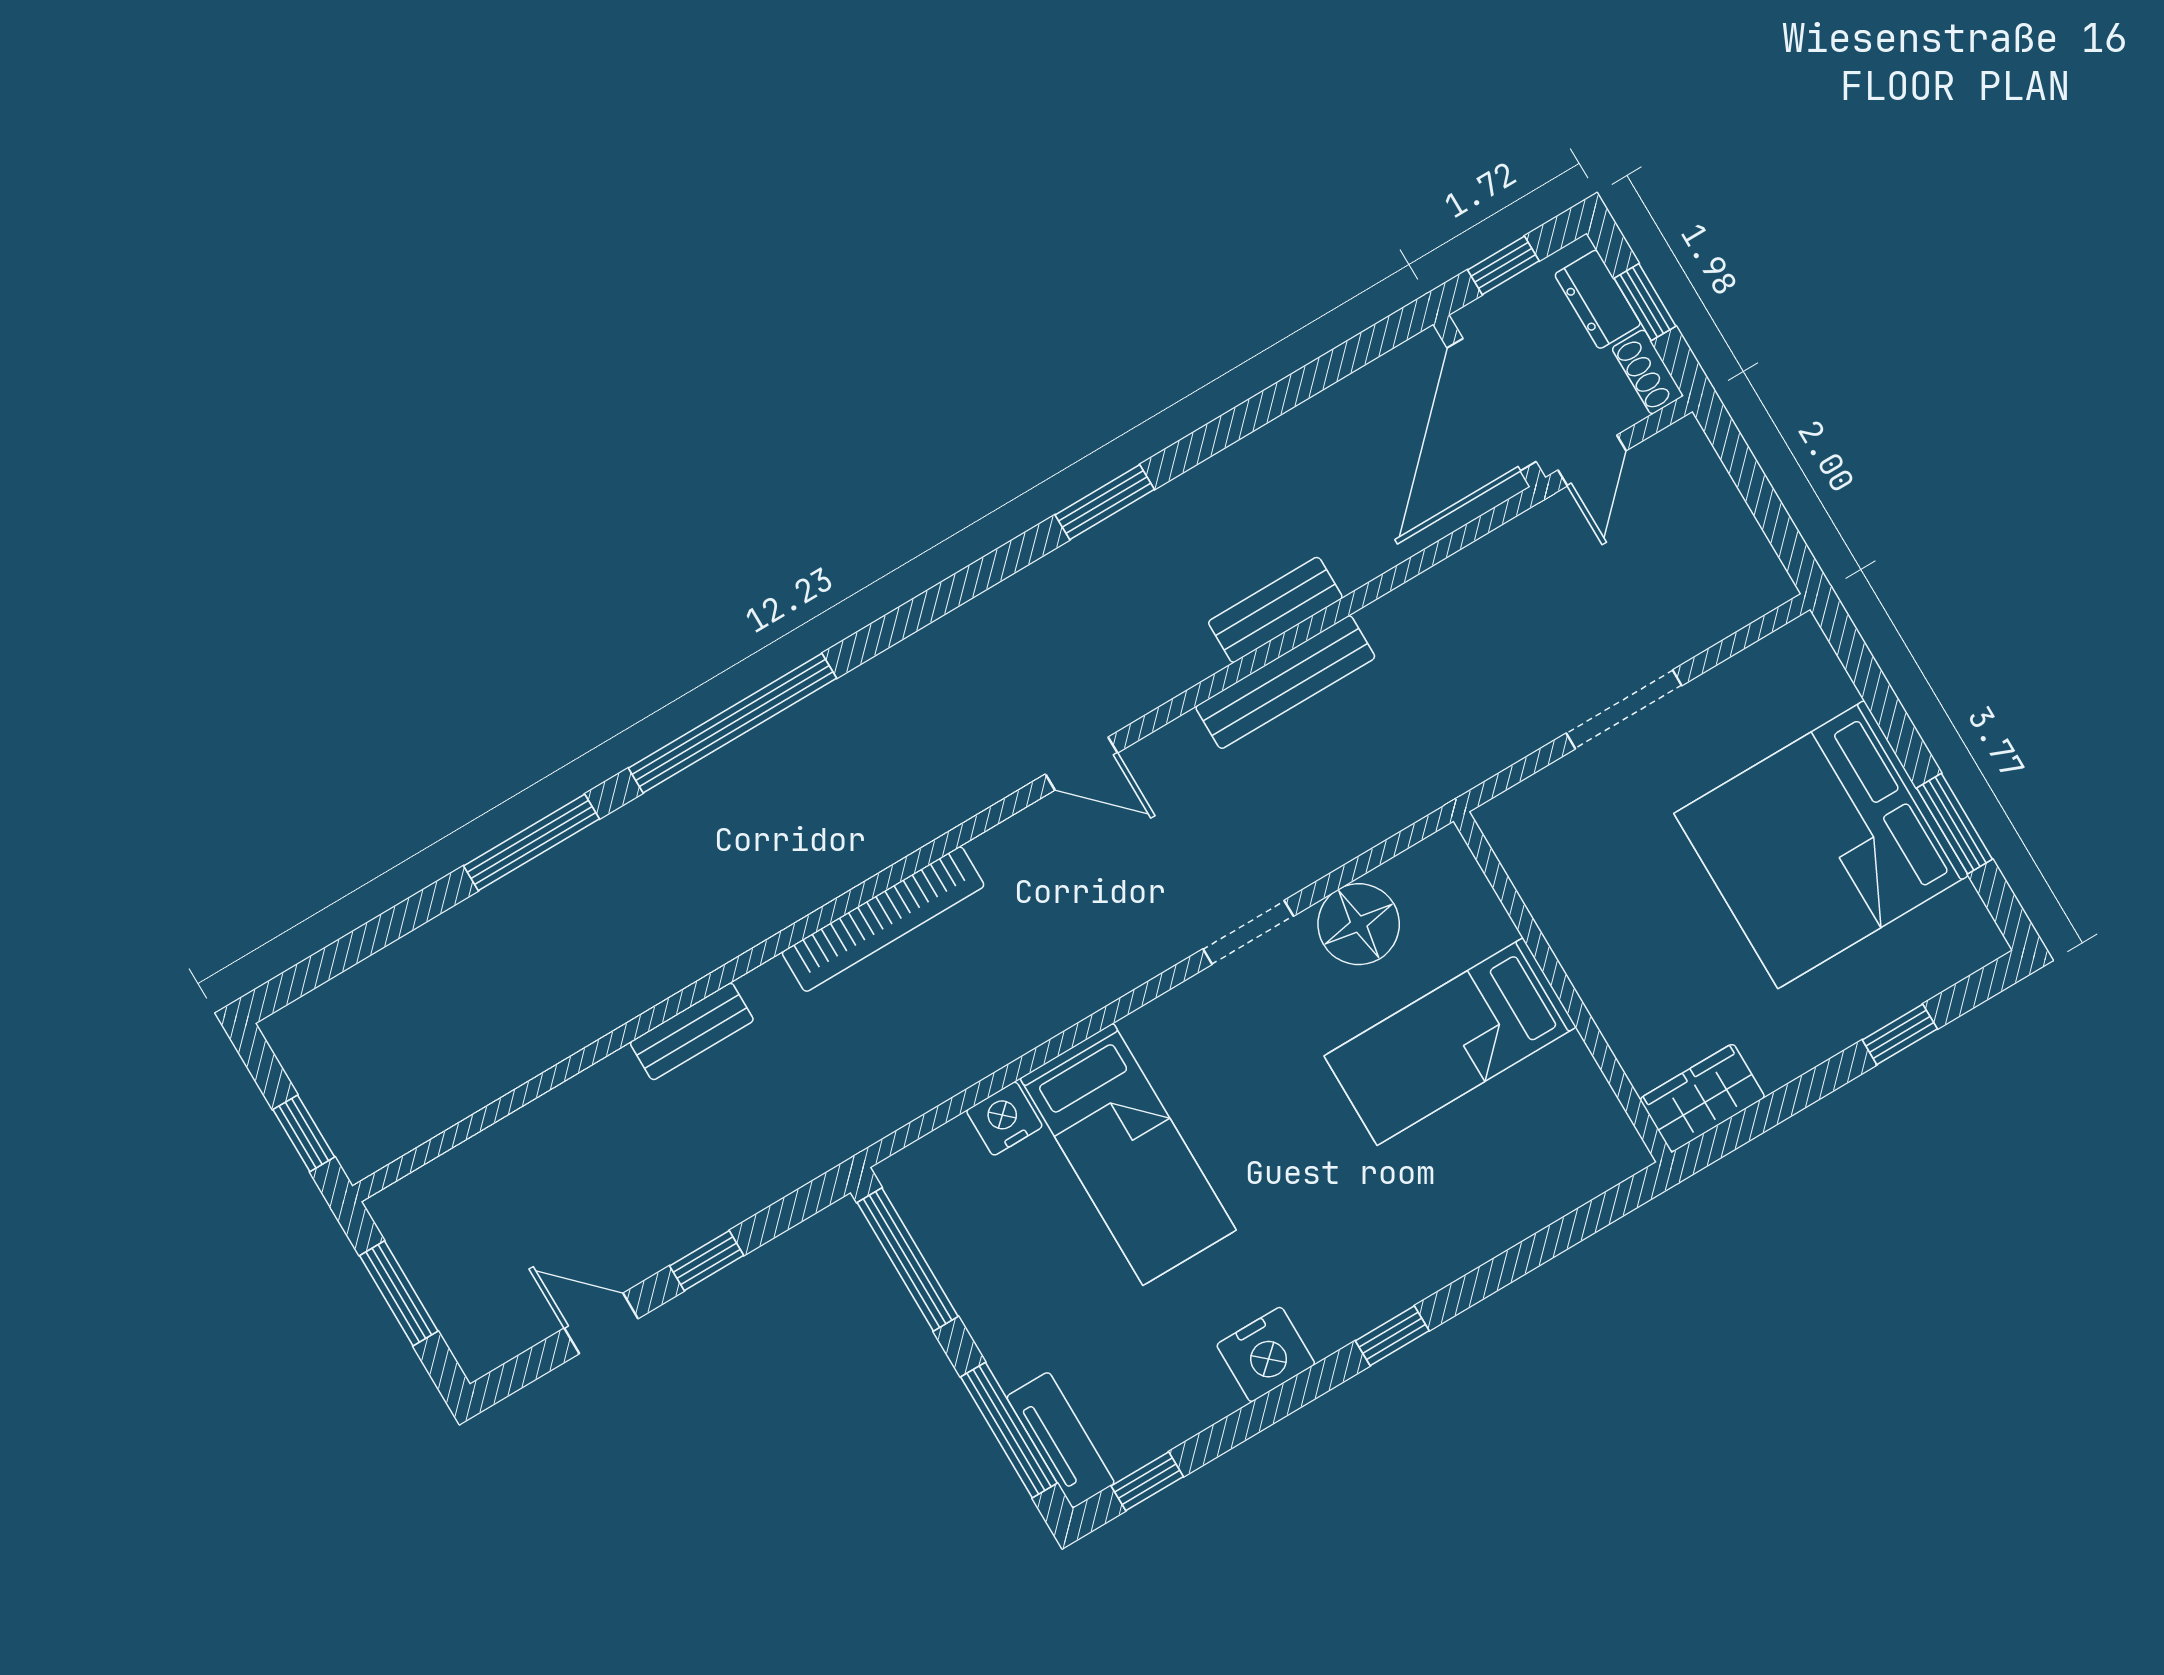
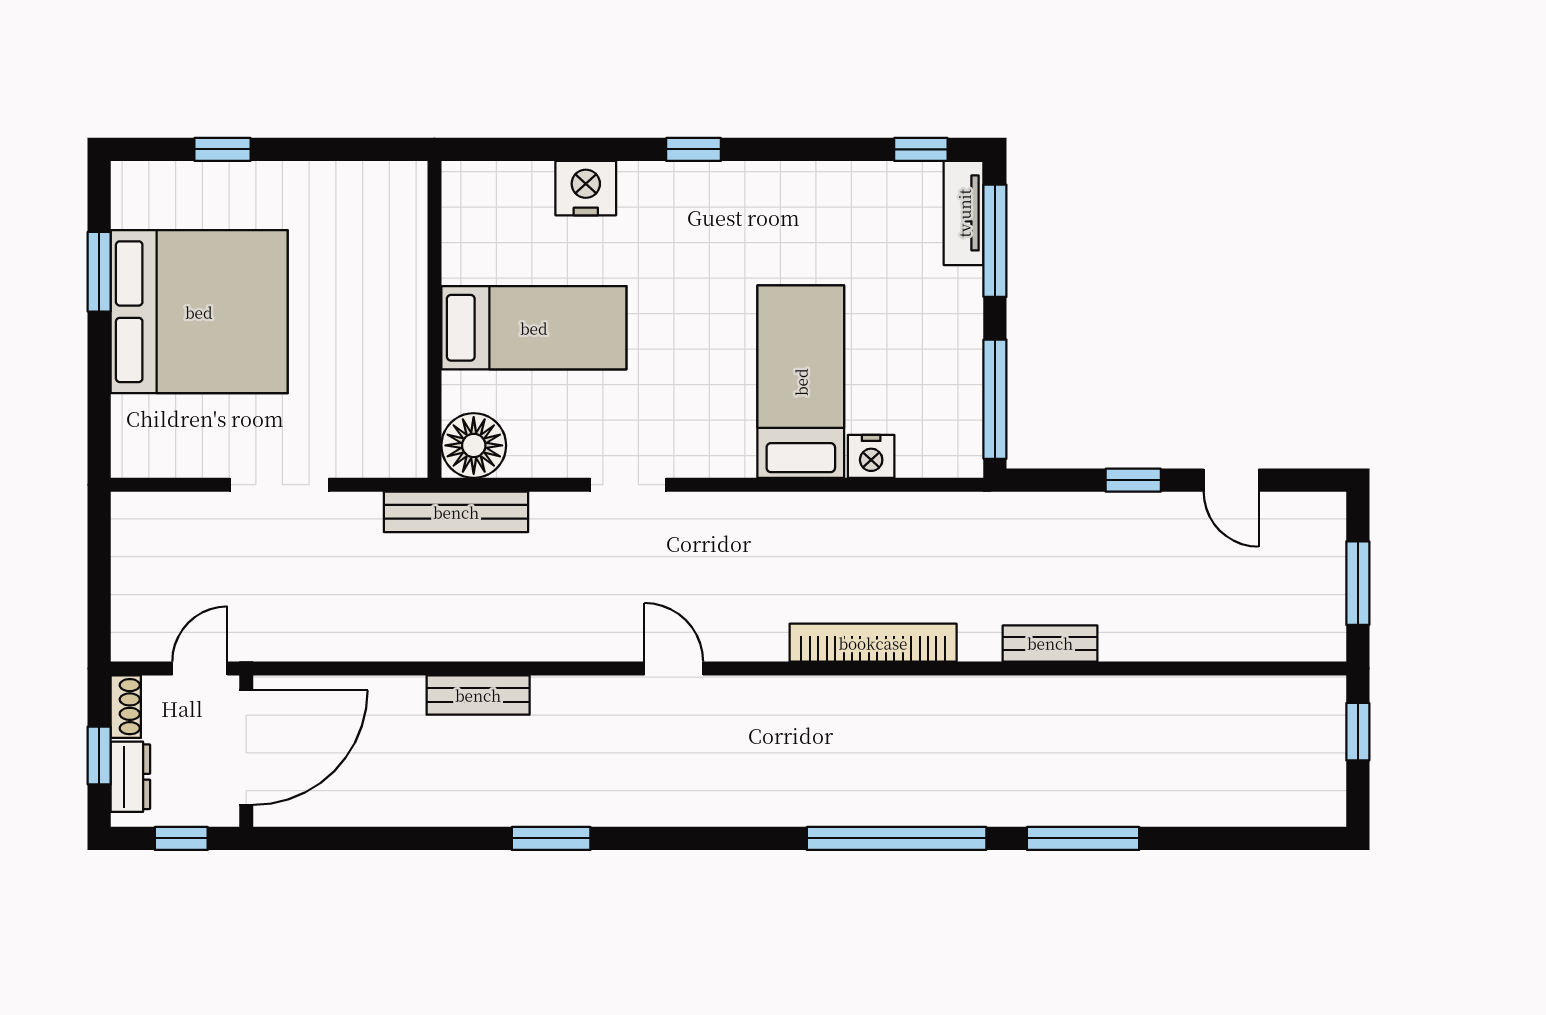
bench: (1285, 682) -> (456, 512), moved
floor lamp: (1359, 924) -> (474, 445), moved
wardrobe: (1702, 1098) -> (384, 186), removed
nightstand: (1266, 1354) -> (586, 188), moved

